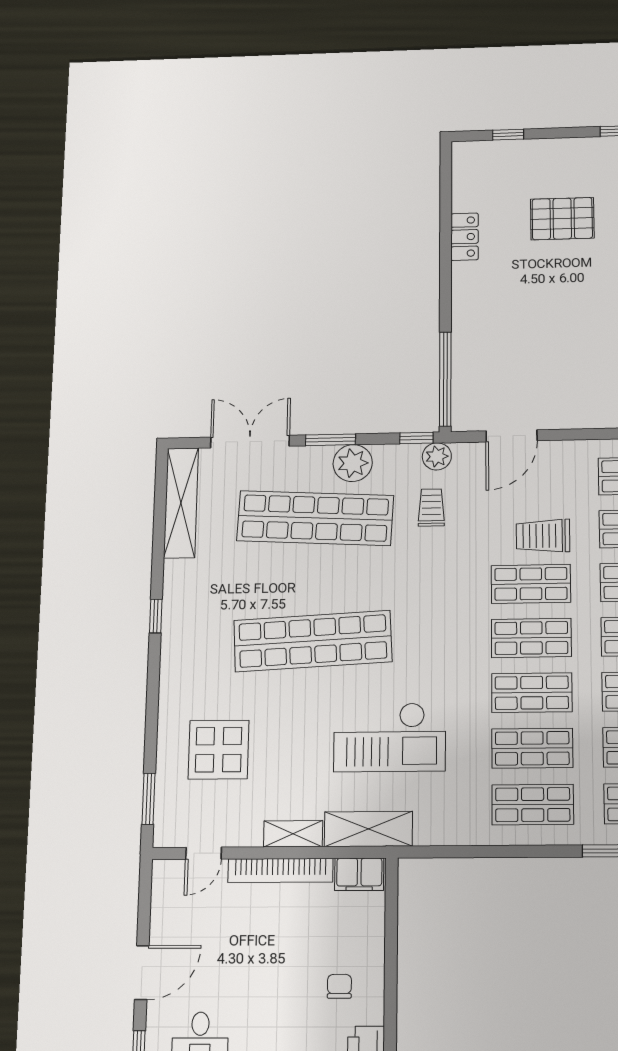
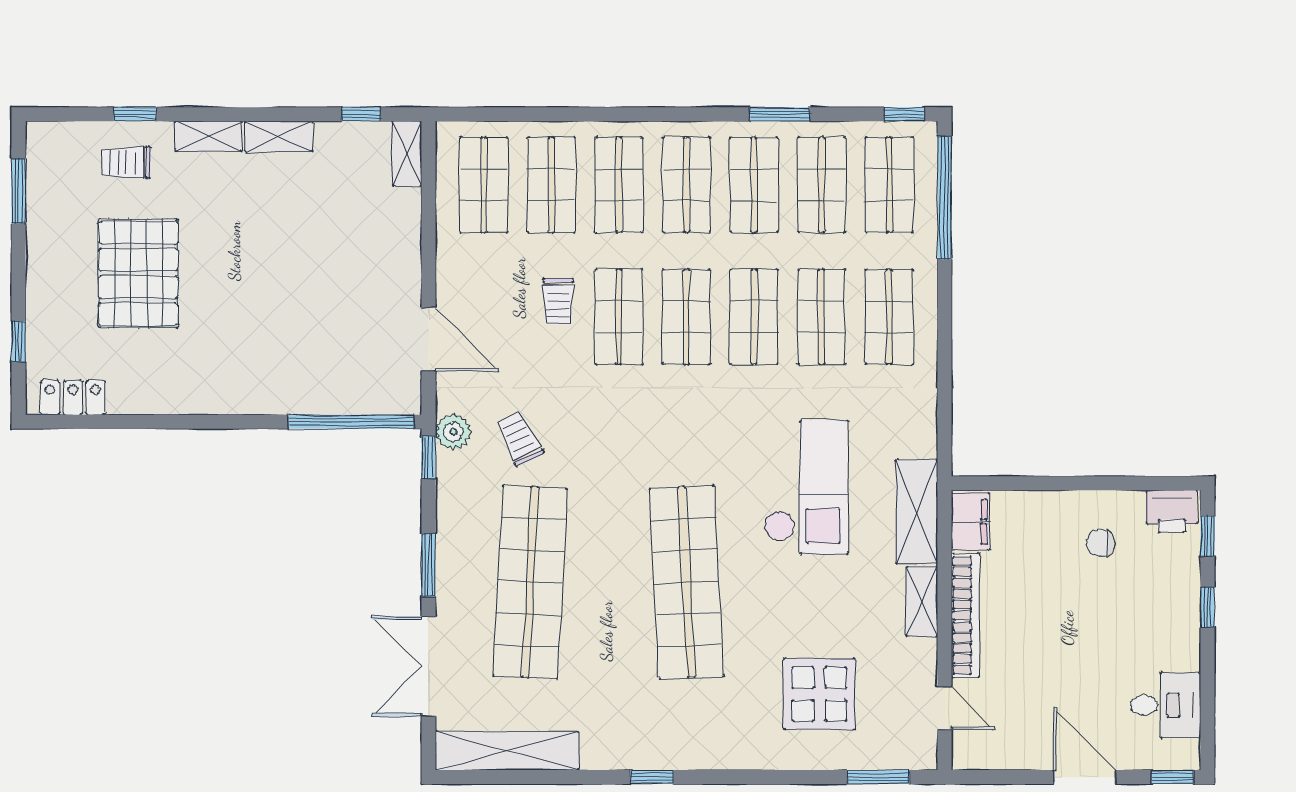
pallet: (562, 219) -> (138, 273), width x1.37, depth x1.41
locker: (465, 237) -> (73, 398), moved
plant: (353, 463) -> (460, 537), removed
trolley: (431, 508) -> (519, 438), turned 63
trolley: (543, 536) -> (558, 302), width x0.73, depth x0.72

